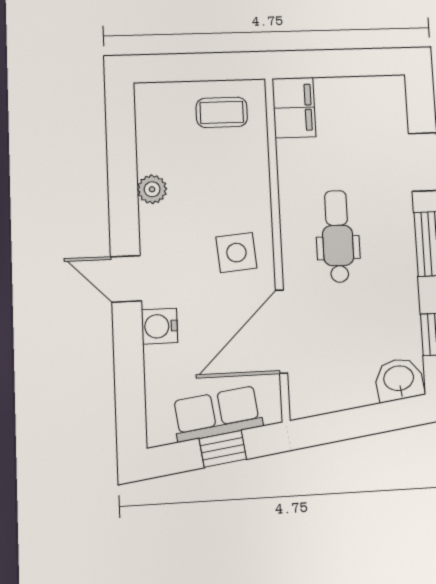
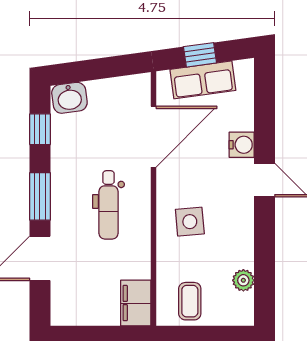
coffee table: (222, 112) -> (190, 301), turned 90
plant: (152, 189) -> (243, 280), moved
side table: (236, 253) -> (190, 222), moved

